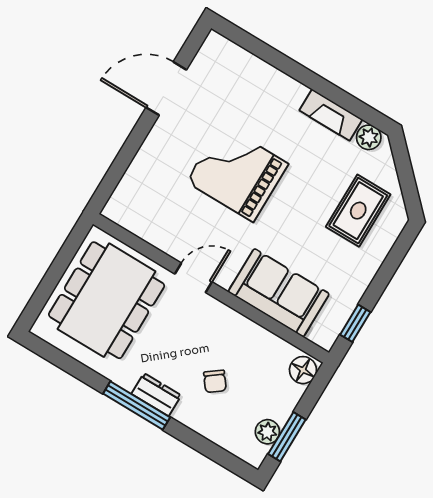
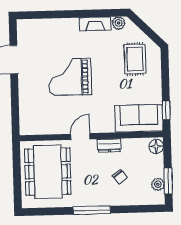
sofa: (279, 293) -> (139, 118), moved
dresser: (156, 395) -> (109, 145), moved, turned 180

